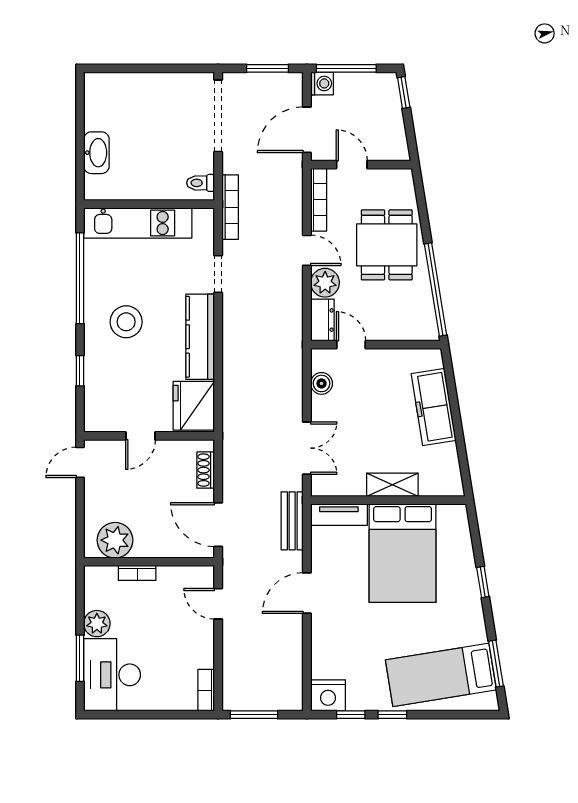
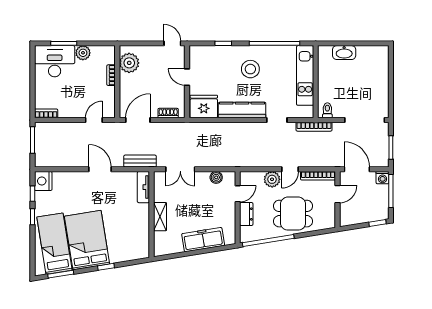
dresser: (322, 320) -> (246, 214), moved, turned -90
bed: (403, 553) -> (87, 240), moved, turned 81

